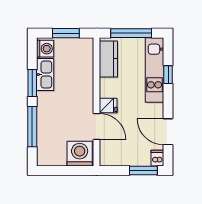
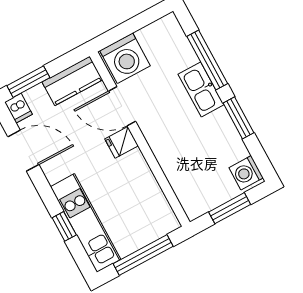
kitchen counter: (108, 59) -> (72, 81), moved, turned -90
kitchen sink: (45, 75) -> (201, 89), moved

